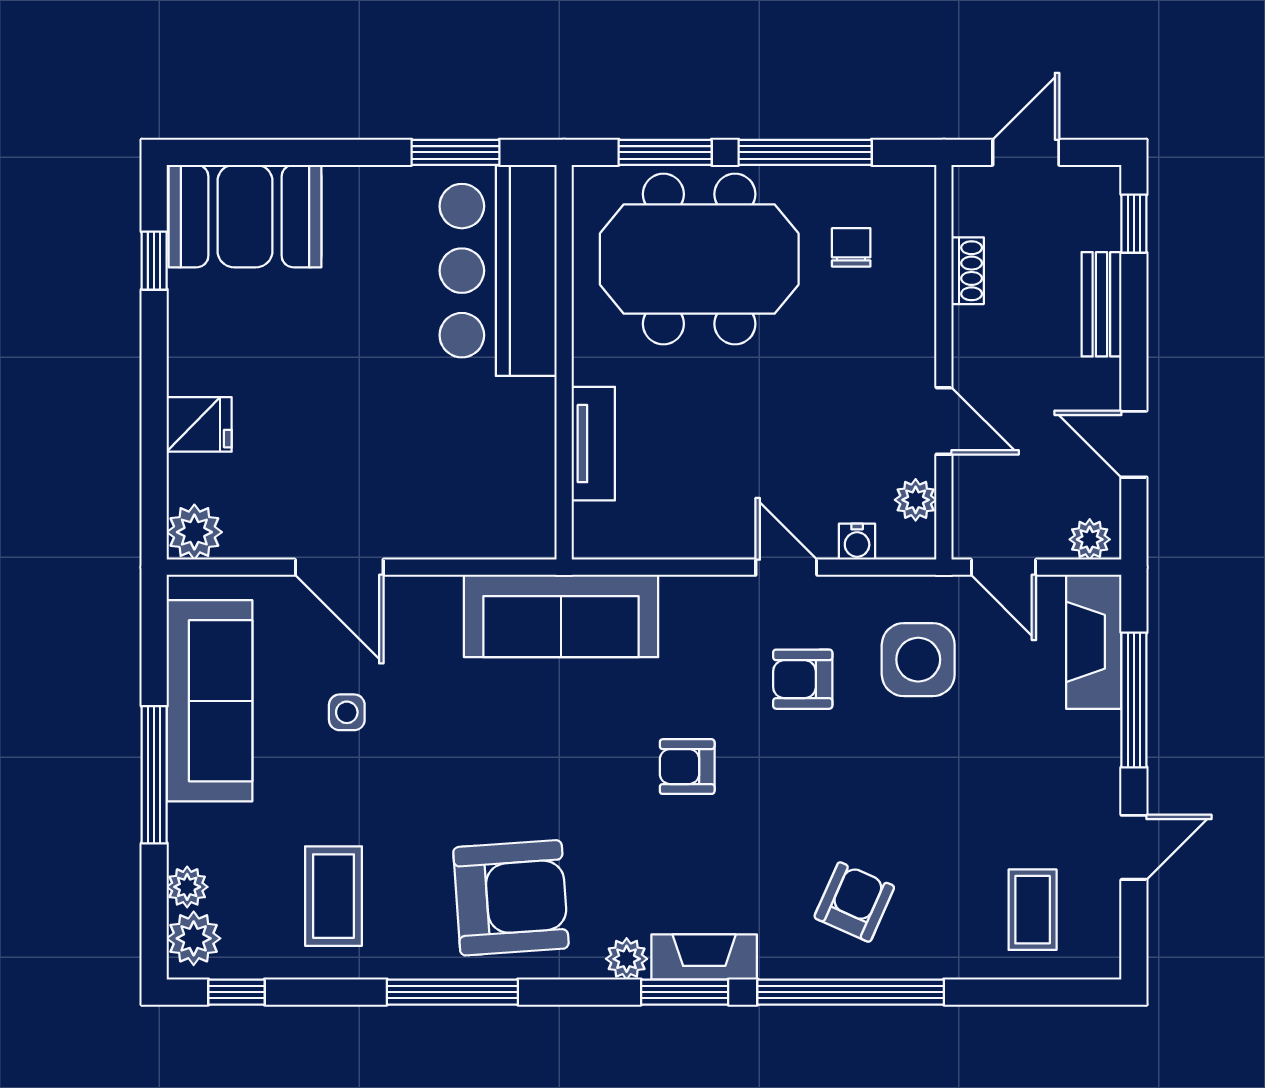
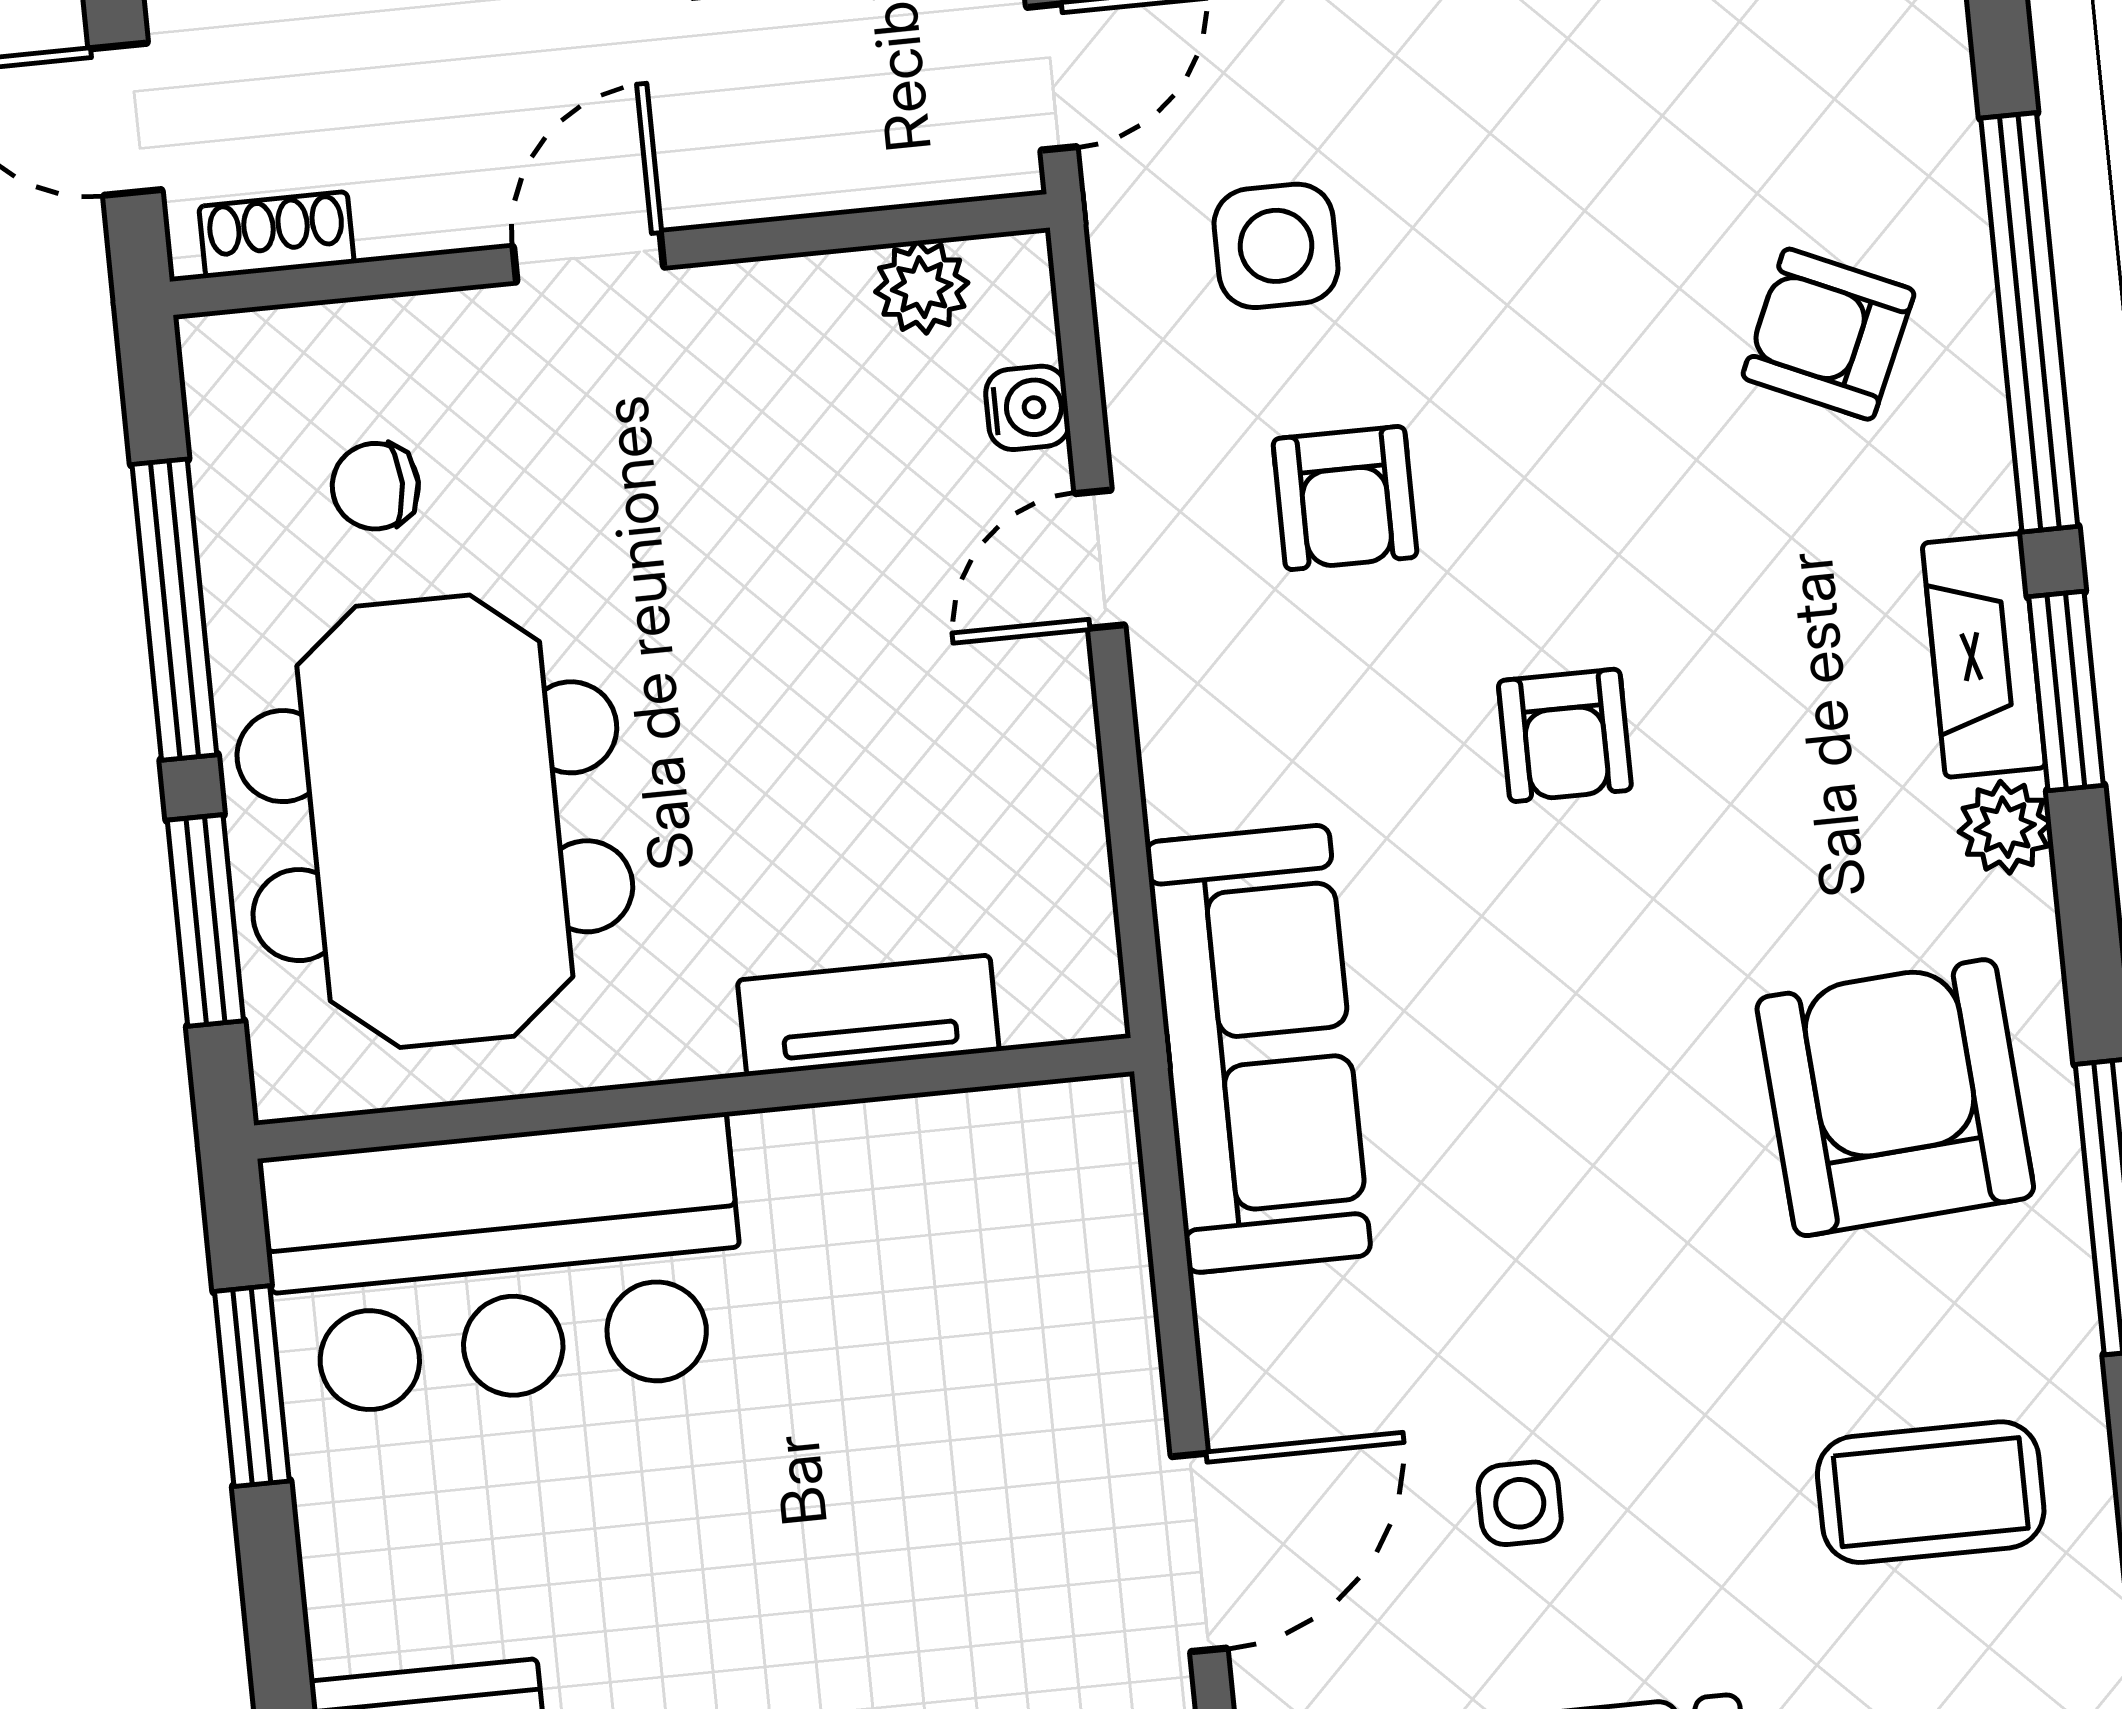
shoe rack: (968, 271) -> (276, 235), moved
door: (944, 421) -> (589, 257), moved
side table: (918, 660) -> (1276, 246), width x0.73, depth x0.73

